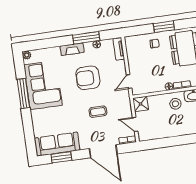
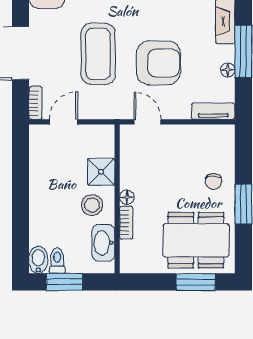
armchair: (88, 78) -> (158, 63), moved, turned 90
shower: (141, 104) -> (101, 172), moved
coffee table: (98, 112) -> (98, 54), width x1.86, depth x1.72

